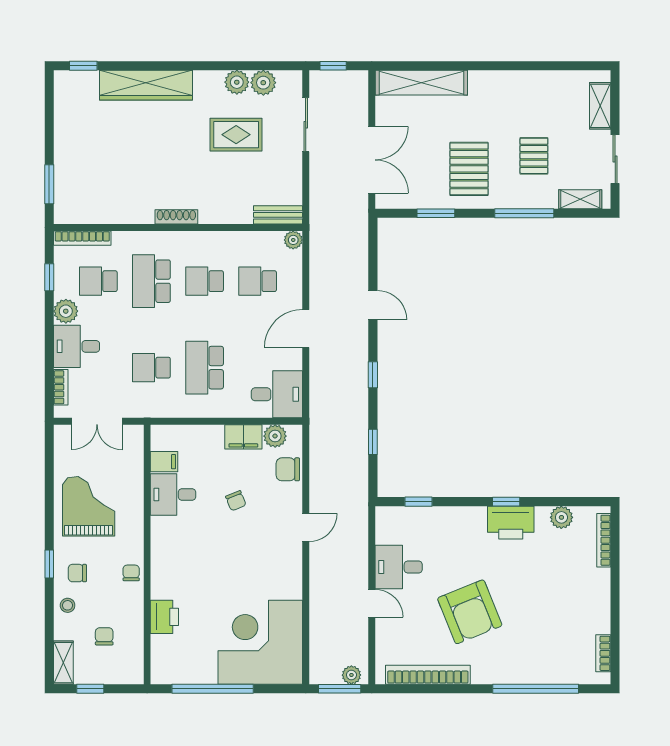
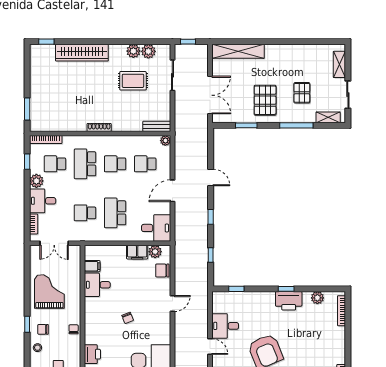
chair: (236, 501) -> (128, 318), moved

